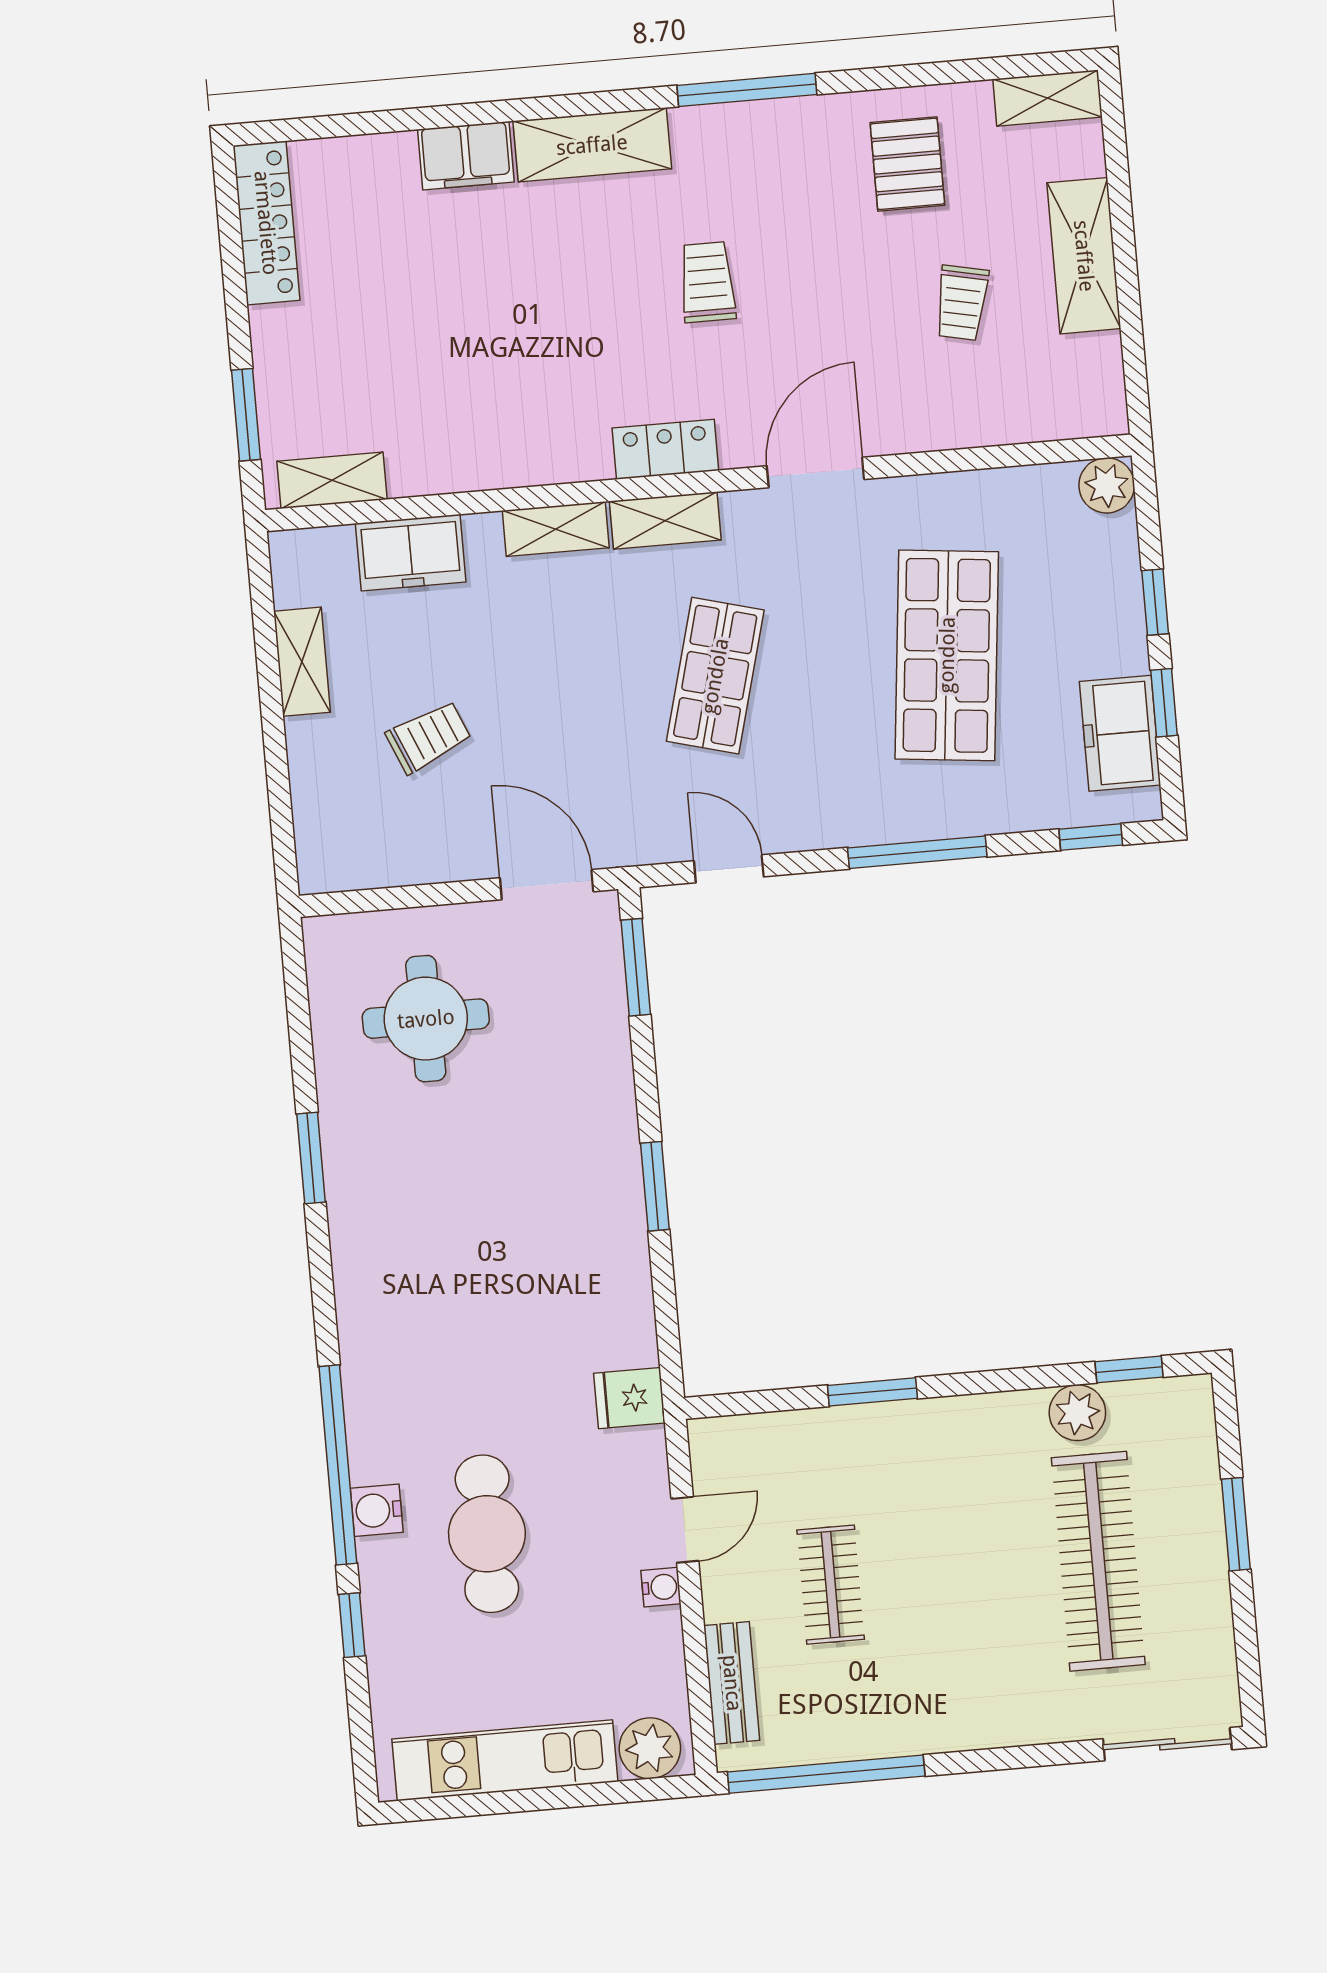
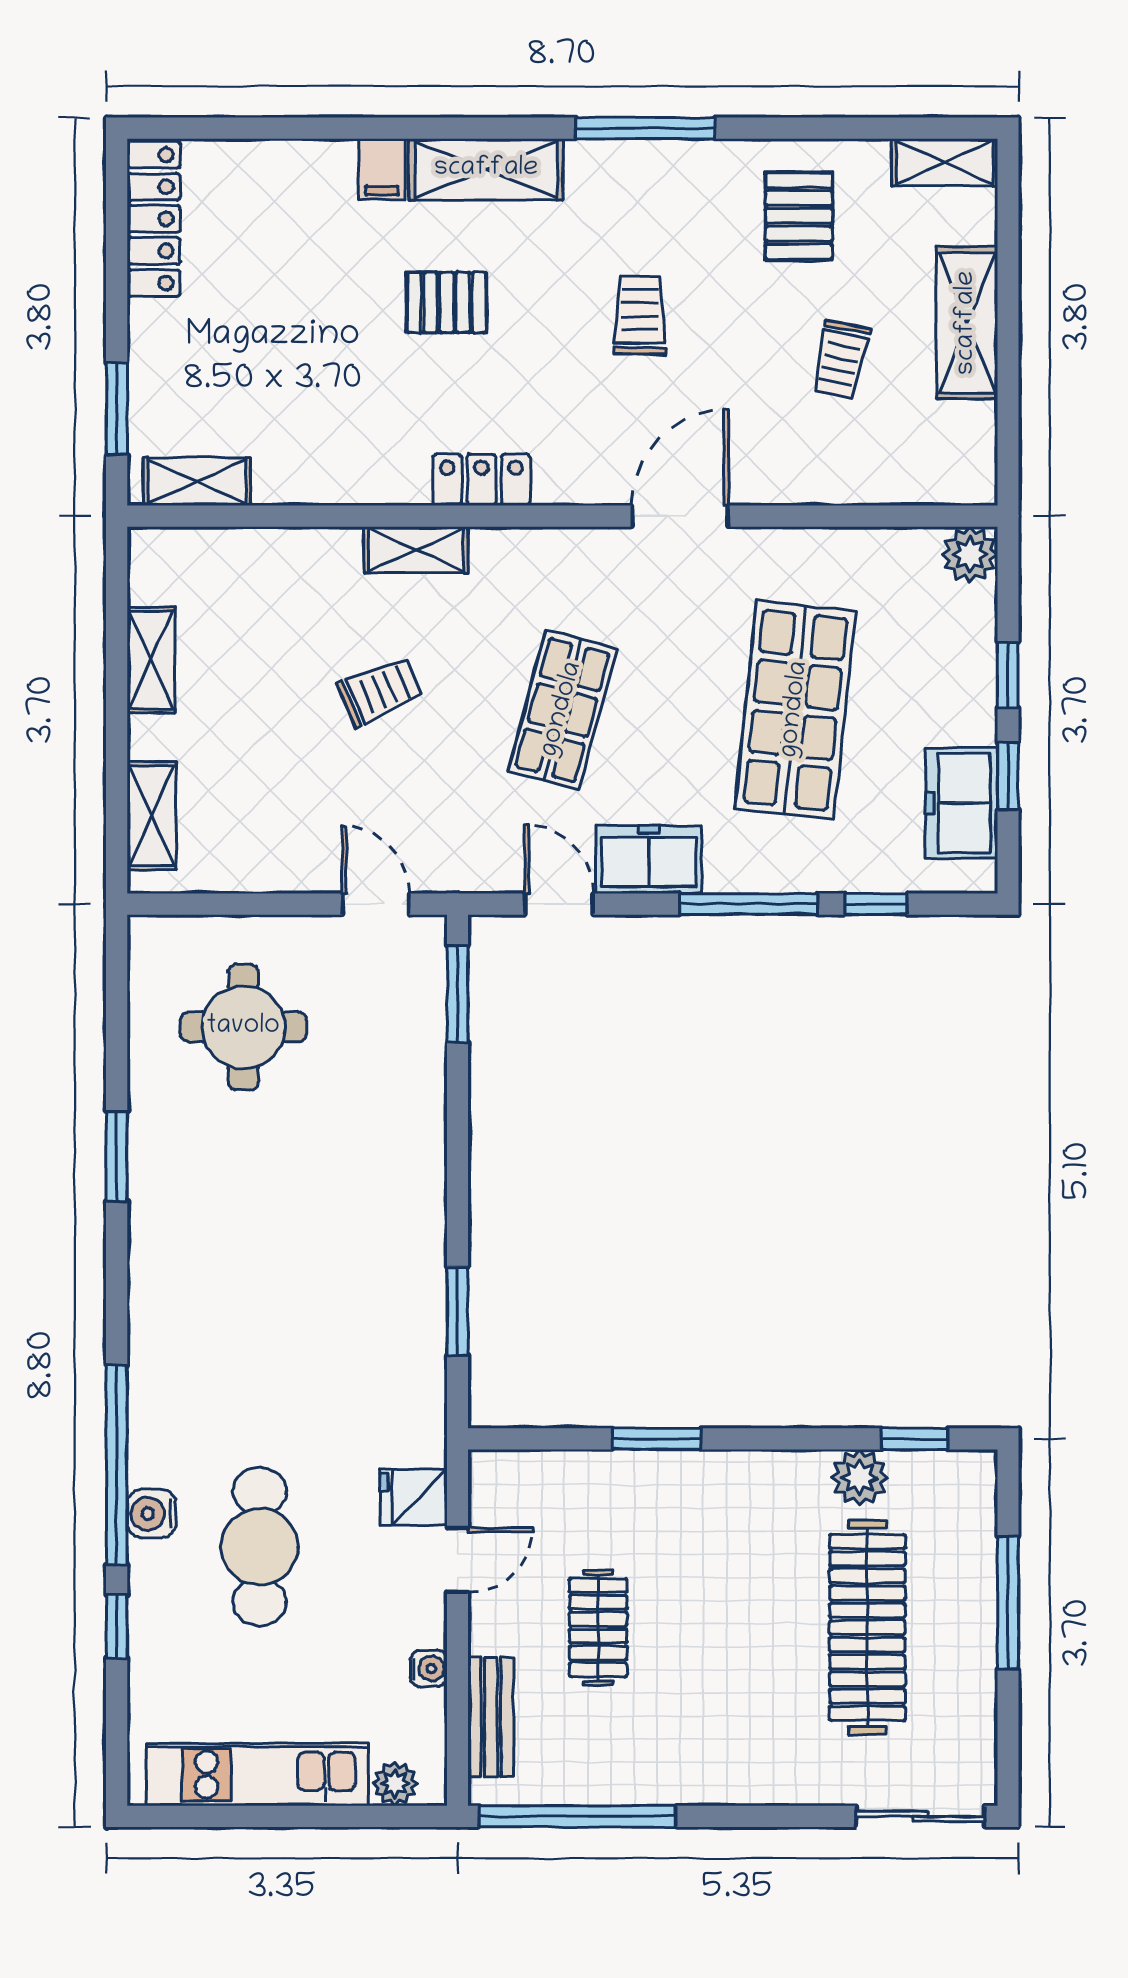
filing cabinet: (466, 156) -> (382, 169), width x0.50
pallet: (565, 281) -> (447, 302), added
trolley: (707, 282) -> (640, 315), moved
locker: (665, 449) -> (481, 480), moved
shelving: (665, 521) -> (152, 816), moved, turned 90
freezer: (411, 553) -> (649, 859), moved, turned 180
trolley: (428, 737) -> (380, 691), moved
window: (1091, 837) -> (876, 904), moved
door: (547, 885) -> (376, 904), width x0.73
window: (655, 1186) -> (458, 1311), moved
fridge: (629, 1398) -> (414, 1497), moved
window: (1236, 1524) -> (1008, 1603), width x1.44
water cooler: (661, 1587) -> (429, 1668), moved
plant: (650, 1748) -> (395, 1783), width x0.73, depth x0.73

